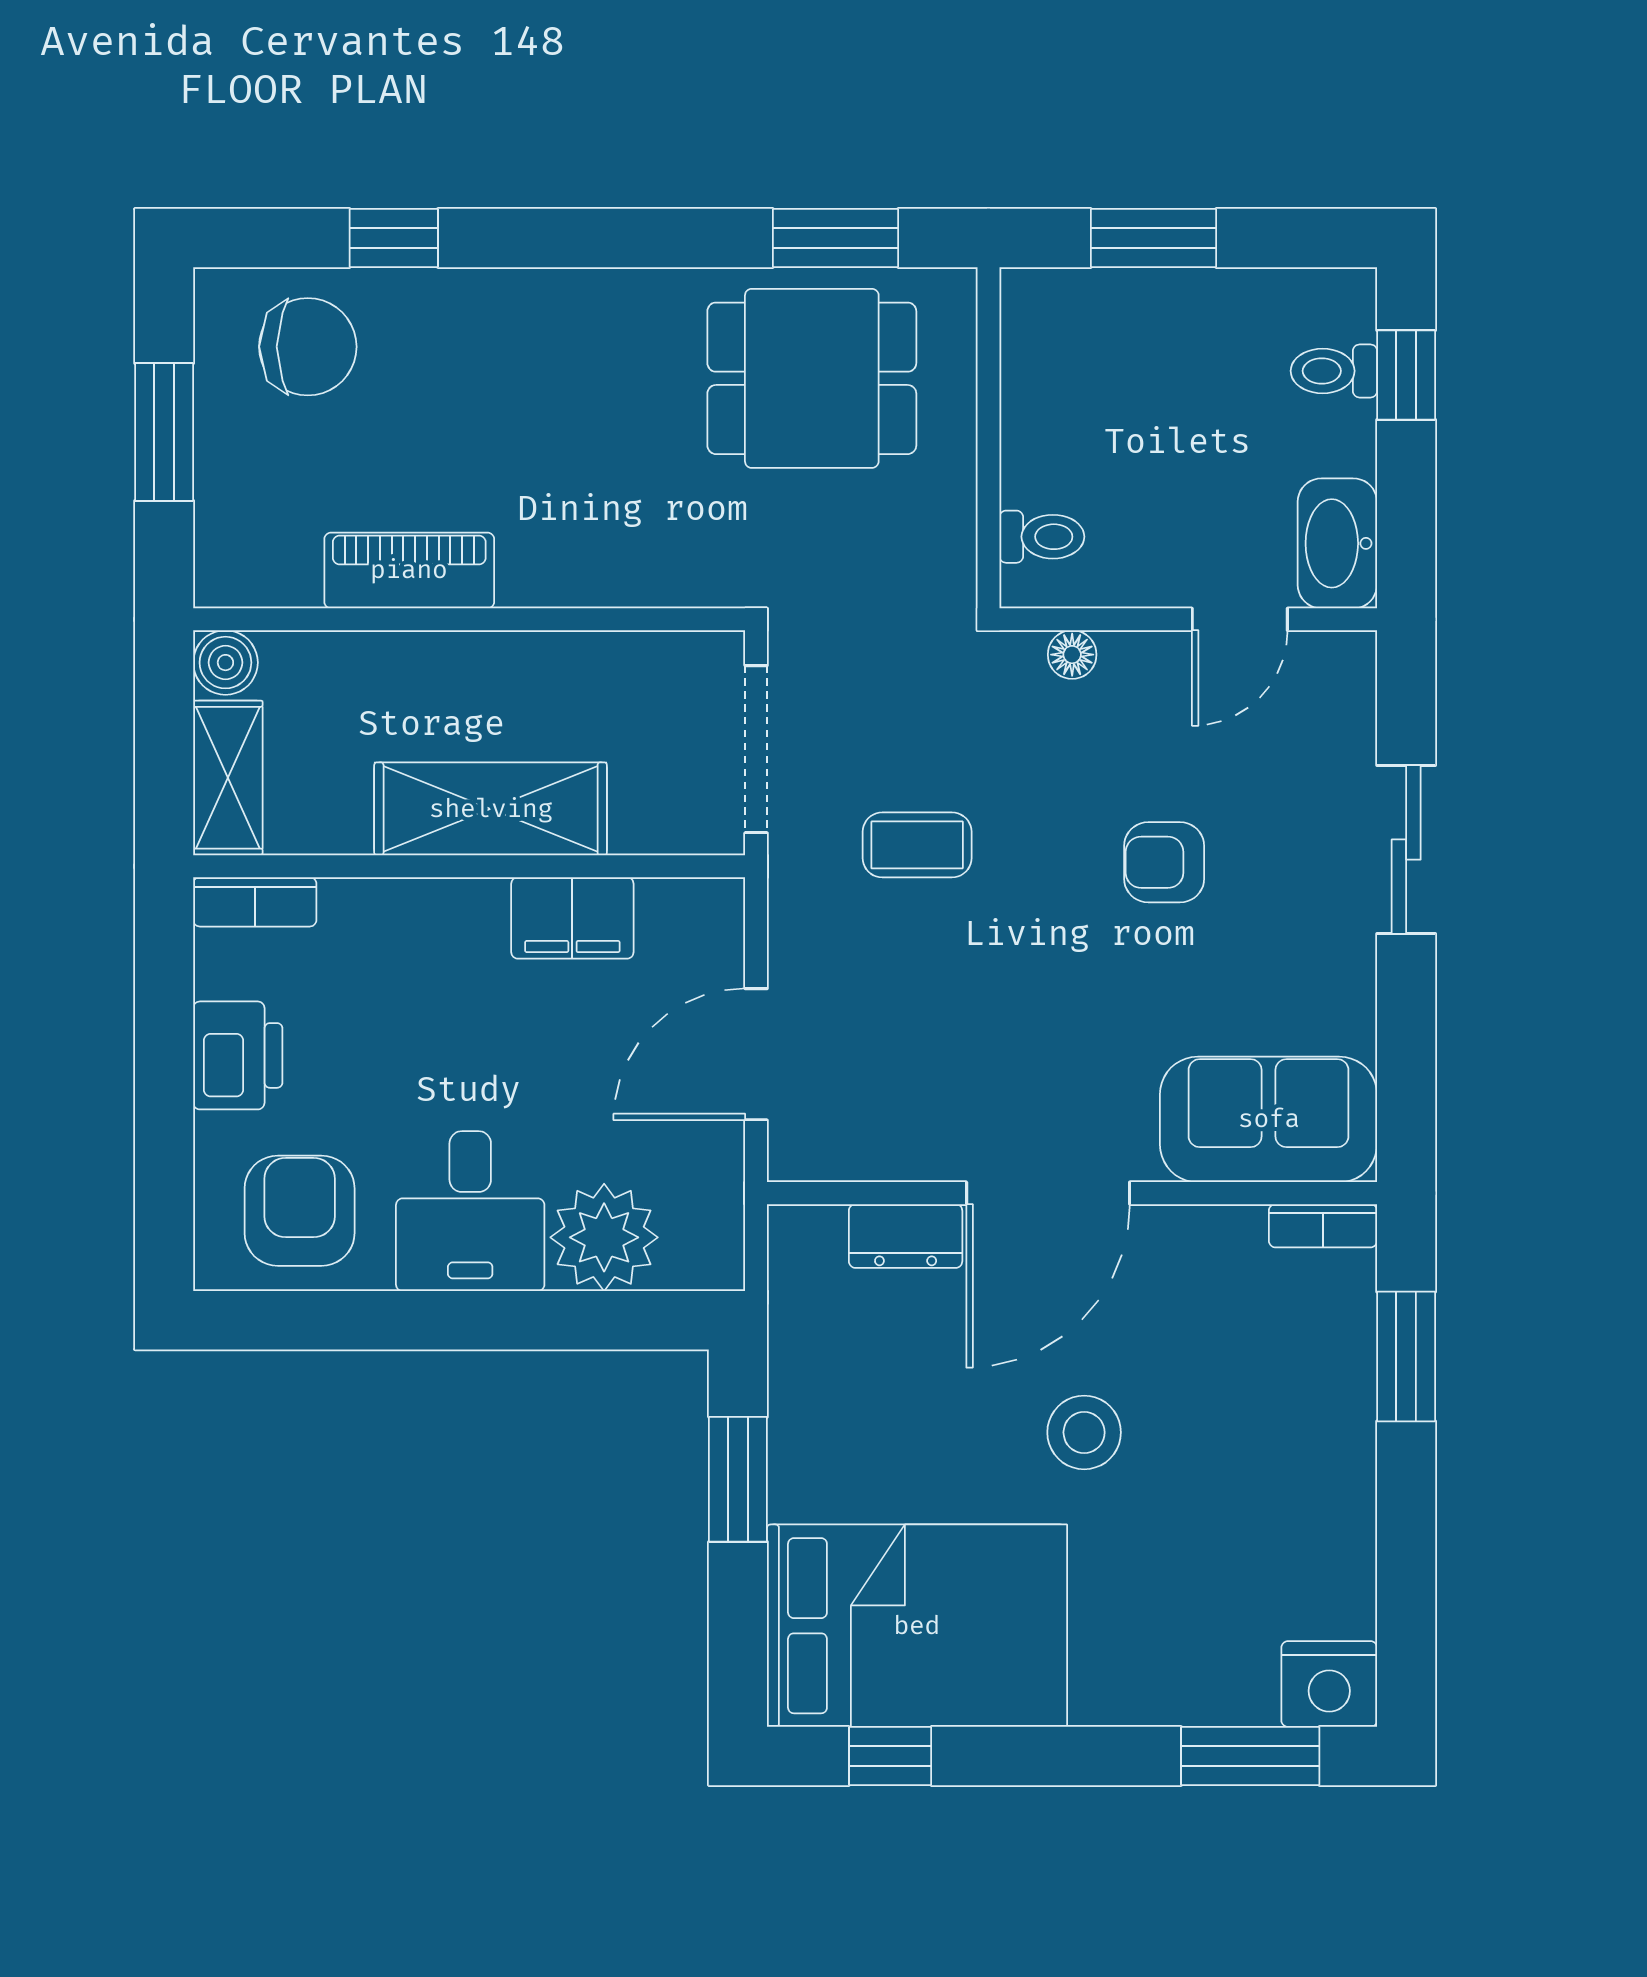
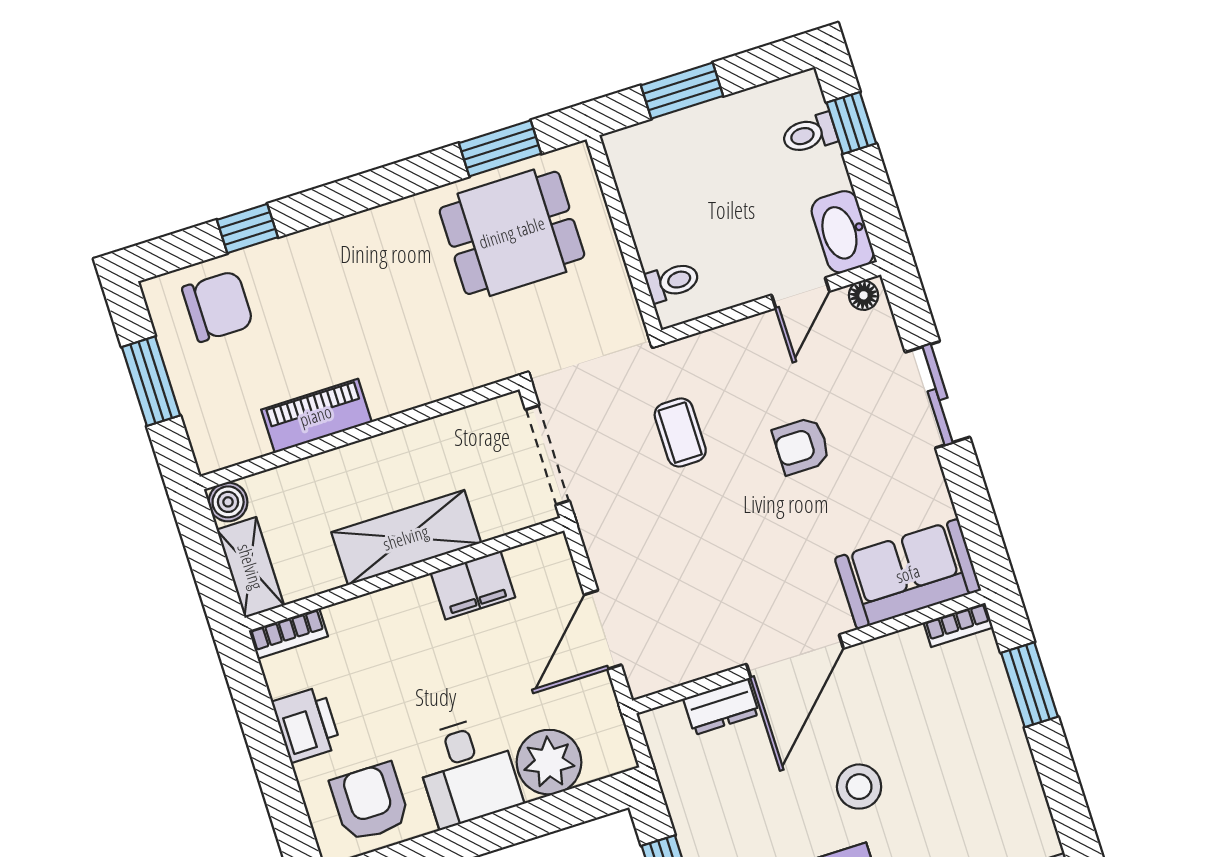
floor lamp: (1072, 655) -> (864, 295), moved
coffee table: (917, 845) -> (680, 433), moved, turned 90

